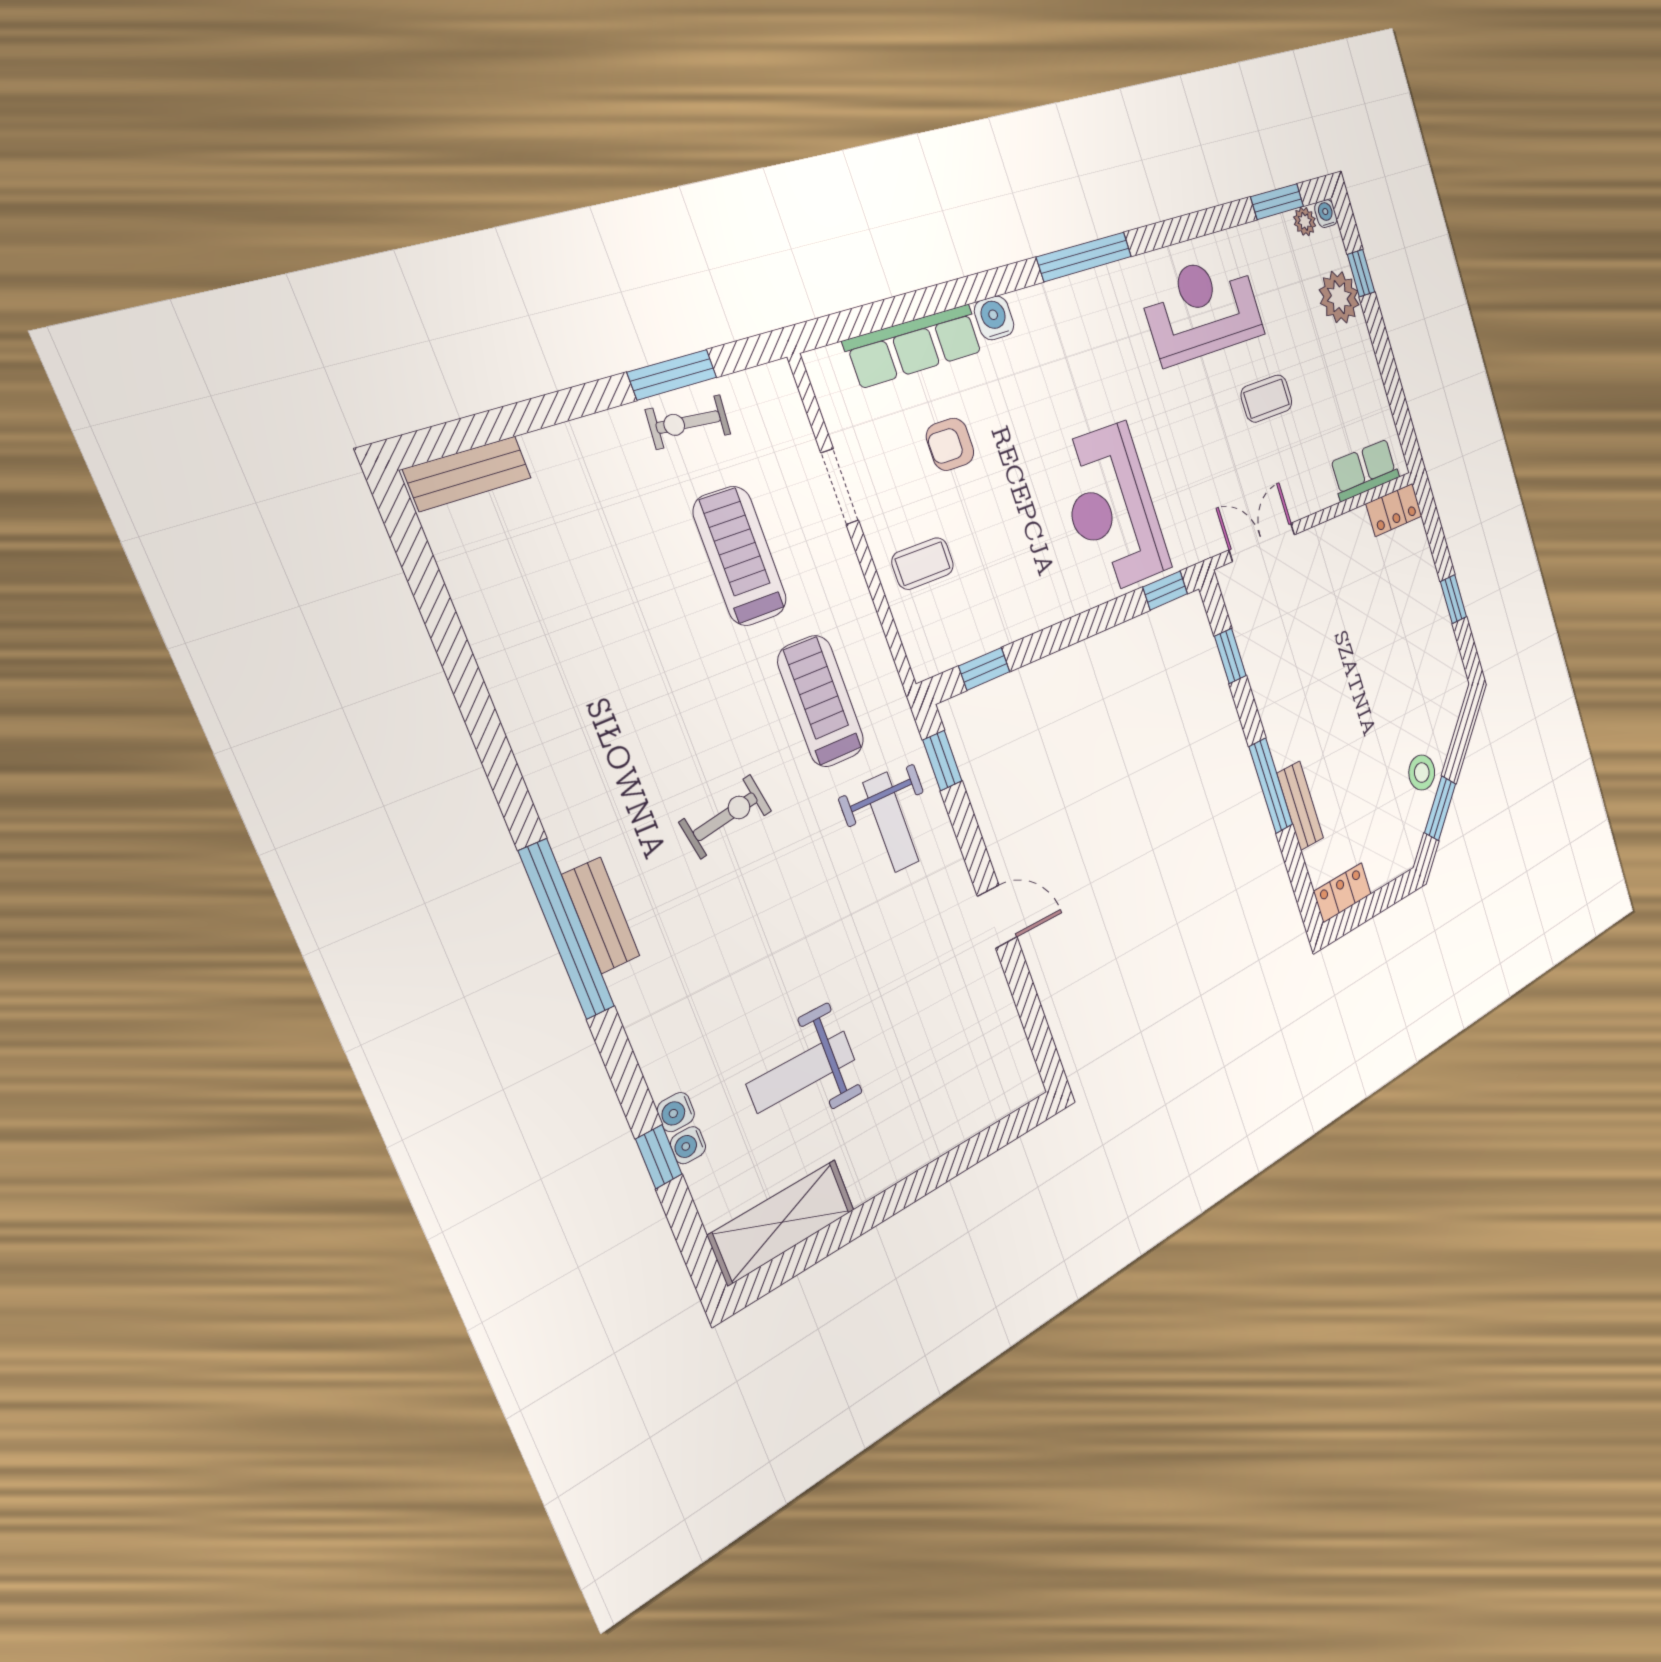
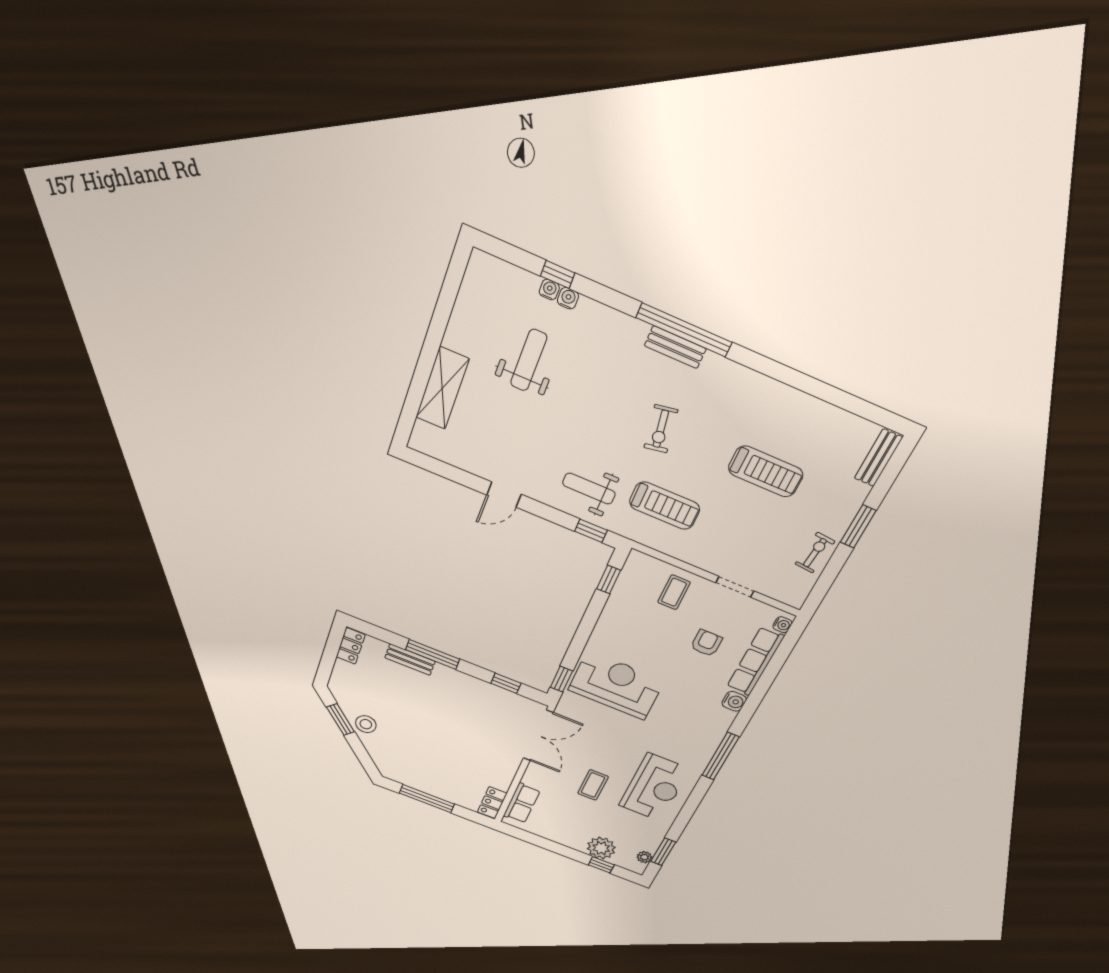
water cooler: (1326, 214) -> (782, 625), moved
window: (672, 375) -> (858, 526), moved
double door: (1262, 542) -> (538, 736), width x1.37
treadmill: (740, 556) -> (766, 471), moved
window: (1454, 599) -> (427, 799), width x2.17
shelving: (782, 1222) -> (442, 388), moved

